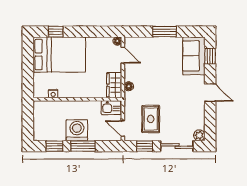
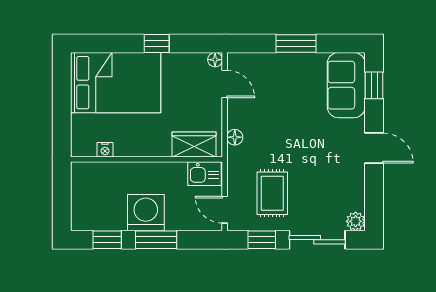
window: (56, 32) -> (157, 43), moved
wardrobe: (114, 85) -> (194, 145), moved, turned 90

